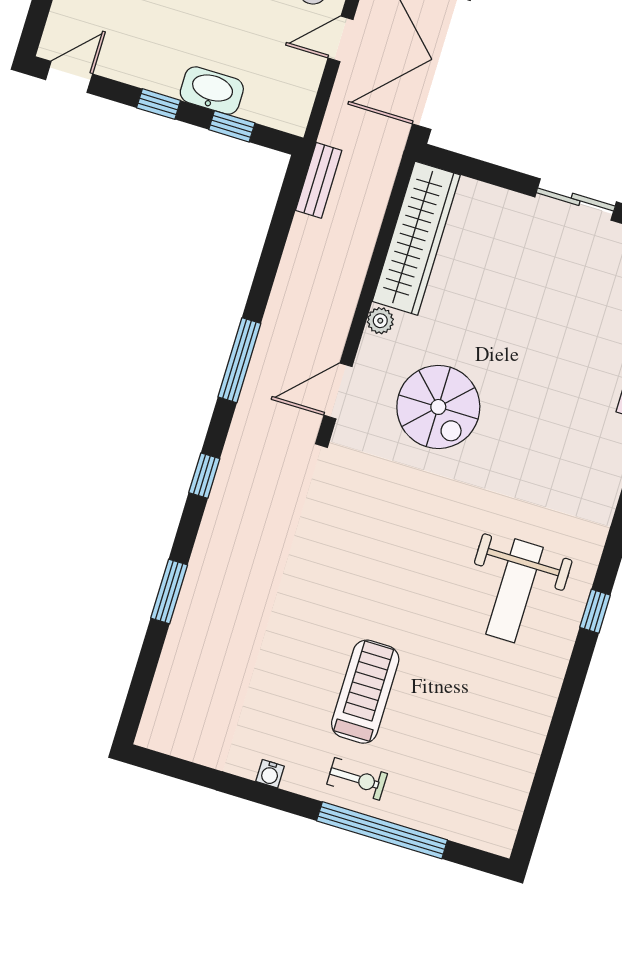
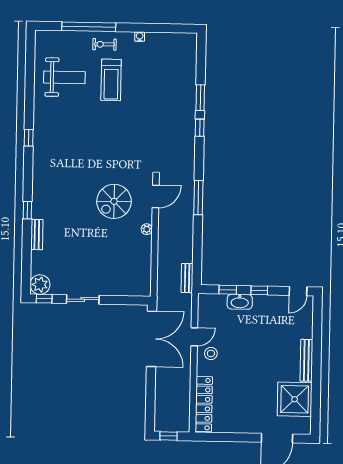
wardrobe: (416, 238) -> (142, 266), removed
spiral stairs: (438, 407) -> (114, 201), turned -90
window: (204, 476) -> (200, 128), moved
weight bench: (515, 591) -> (64, 77), moved, turned 90

